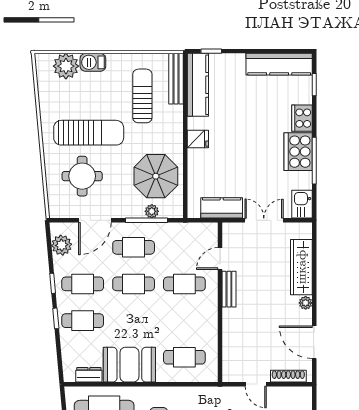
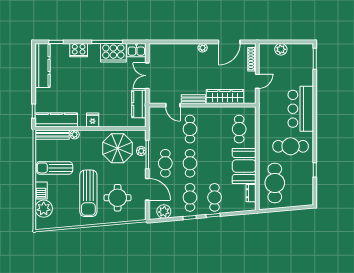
sun lounger: (142, 96) -> (54, 168), moved
plant: (176, 112) -> (75, 134), added
sun lounger: (89, 133) -> (88, 193), turned 180
cooker: (298, 152) -> (113, 53), moved
wardrobe: (301, 267) -> (225, 97), moved, turned 180

